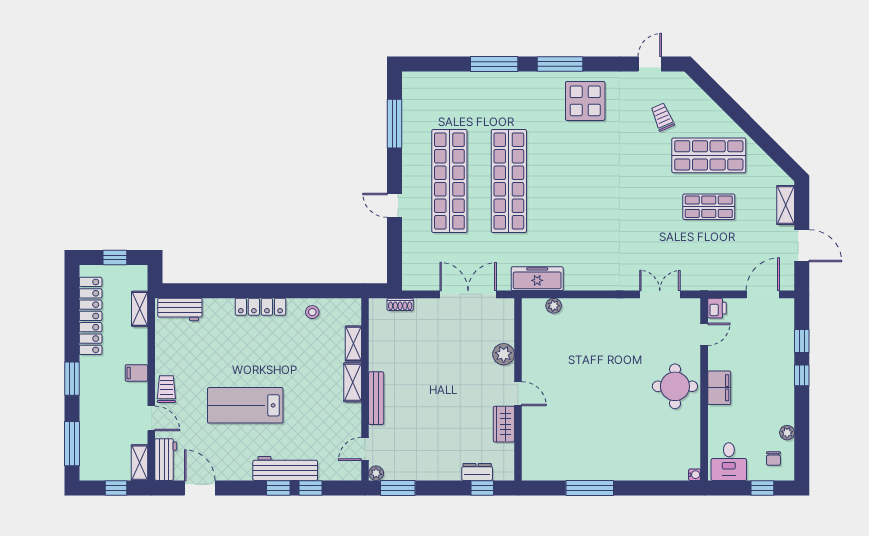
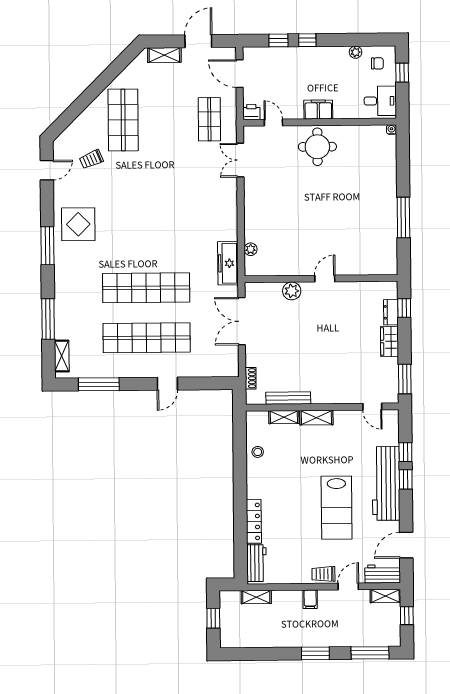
window: (494, 64) -> (48, 319), moved
door: (650, 64) -> (47, 170), swing flipped
shelving: (429, 80) -> (62, 356), added
shop shelf: (709, 207) -> (209, 119), moved
locker: (260, 307) -> (254, 521), moved
locker: (91, 316) -> (263, 638), removed
bench: (376, 398) -> (288, 398), moved
wardrobe: (504, 424) -> (389, 341), moved, turned 90
workbench: (285, 468) -> (386, 483), width x1.36, depth x1.32
plant: (376, 473) -> (393, 397), removed

